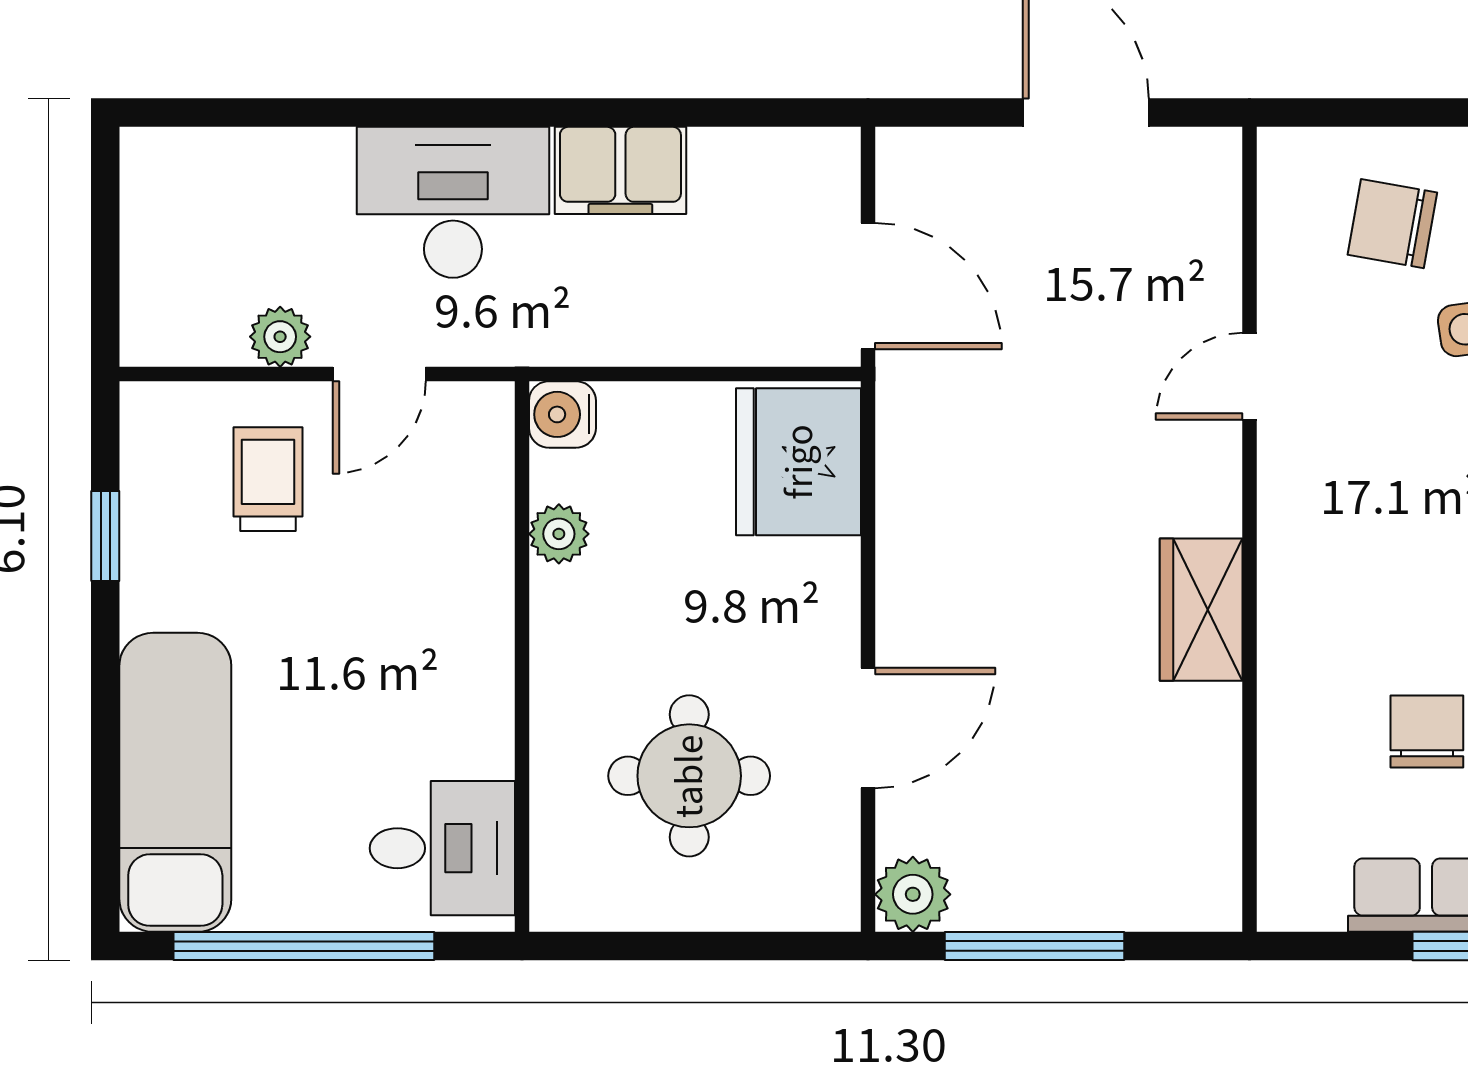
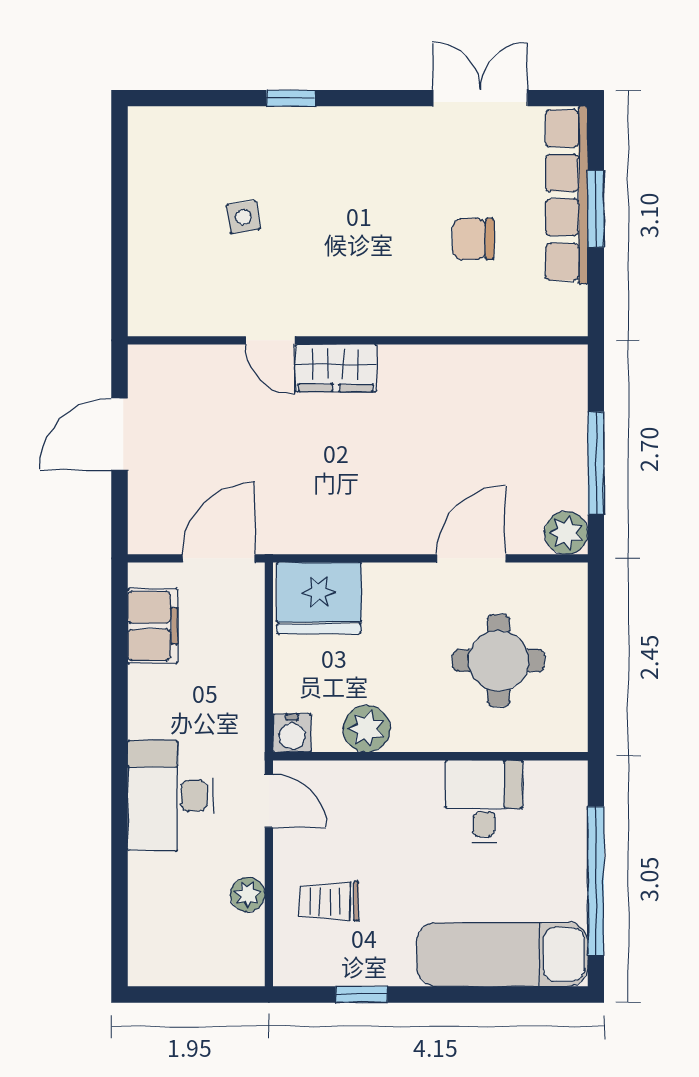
filing cabinet: (620, 170) -> (153, 626), moved
chair: (1392, 224) -> (183, 259), removed
door: (379, 374) -> (269, 801), moved
plant: (559, 534) -> (367, 729), width x1.38, depth x1.38
wardrobe: (1201, 610) -> (336, 368), moved
door: (868, 728) -> (471, 558), hinge flipped
desk: (442, 848) -> (484, 802), moved

